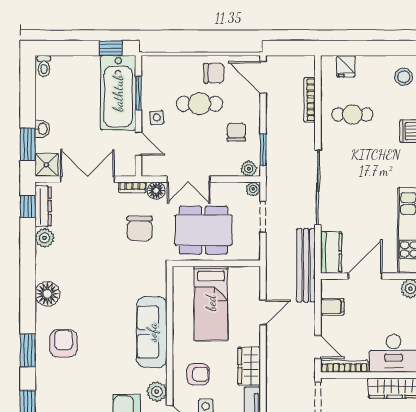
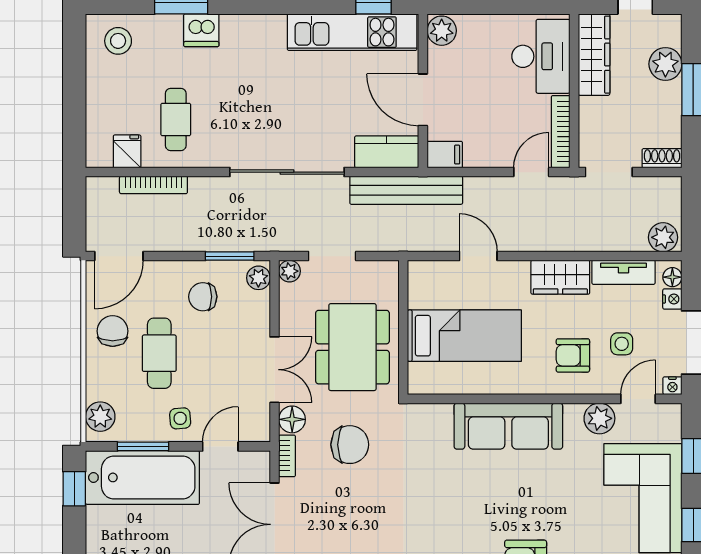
plant: (158, 65) -> (100, 417), added
fridge: (346, 66) -> (127, 151), moved, turned -90
filing cabinet: (332, 307) -> (445, 155), moved, turned 90
armchair: (198, 374) -> (573, 355), turned -90

